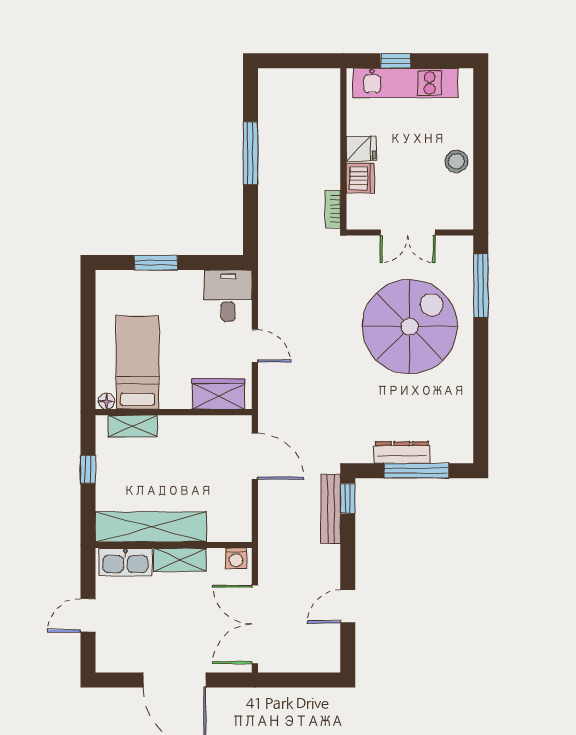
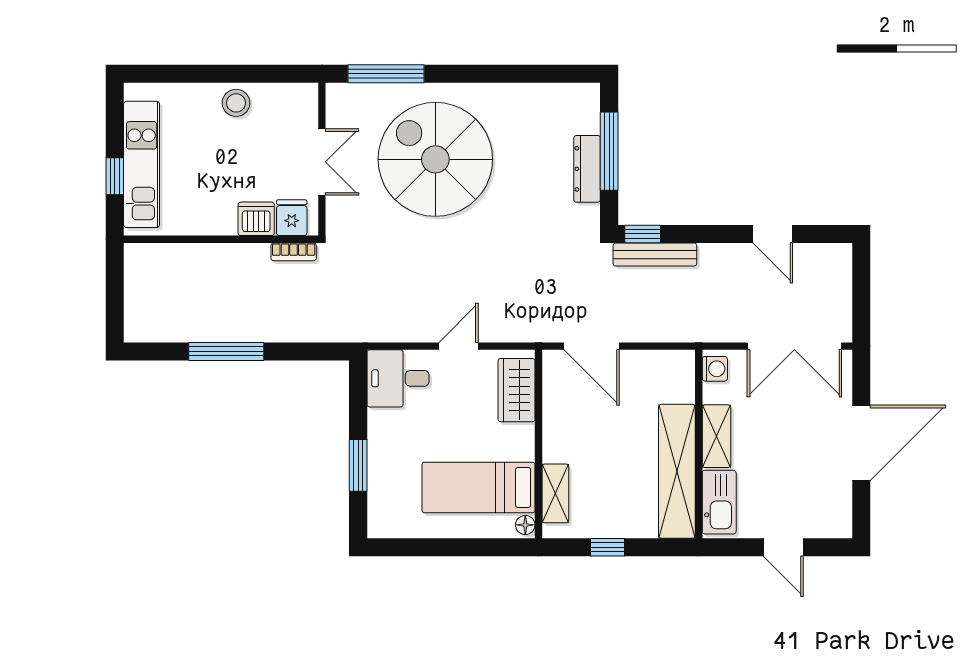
fridge: (361, 149) -> (292, 218), moved
door: (255, 456) -> (592, 346), swing flipped

